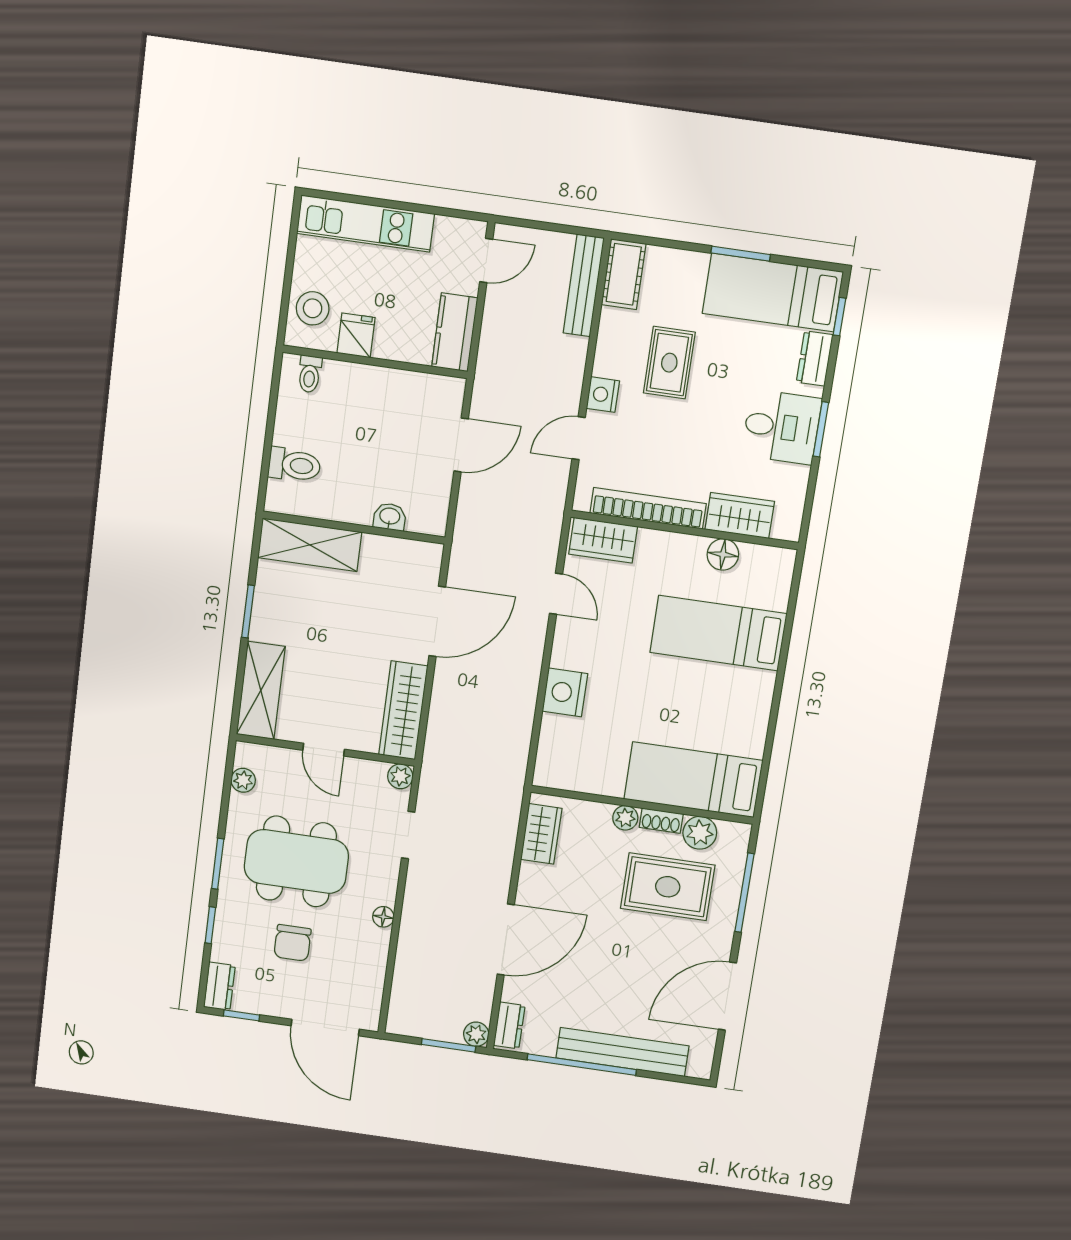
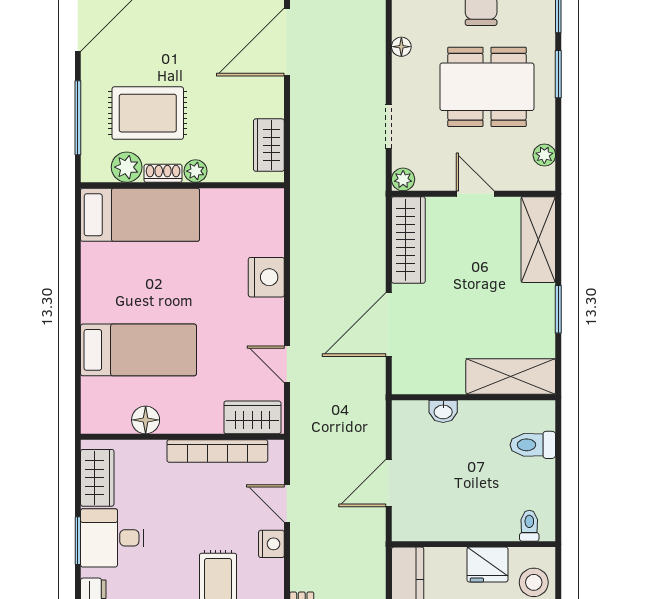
fridge: (356, 335) -> (487, 565), width x1.38
door: (579, 438) -> (287, 503), swing flipped
wardrobe: (740, 515) -> (97, 478), moved, turned -90

